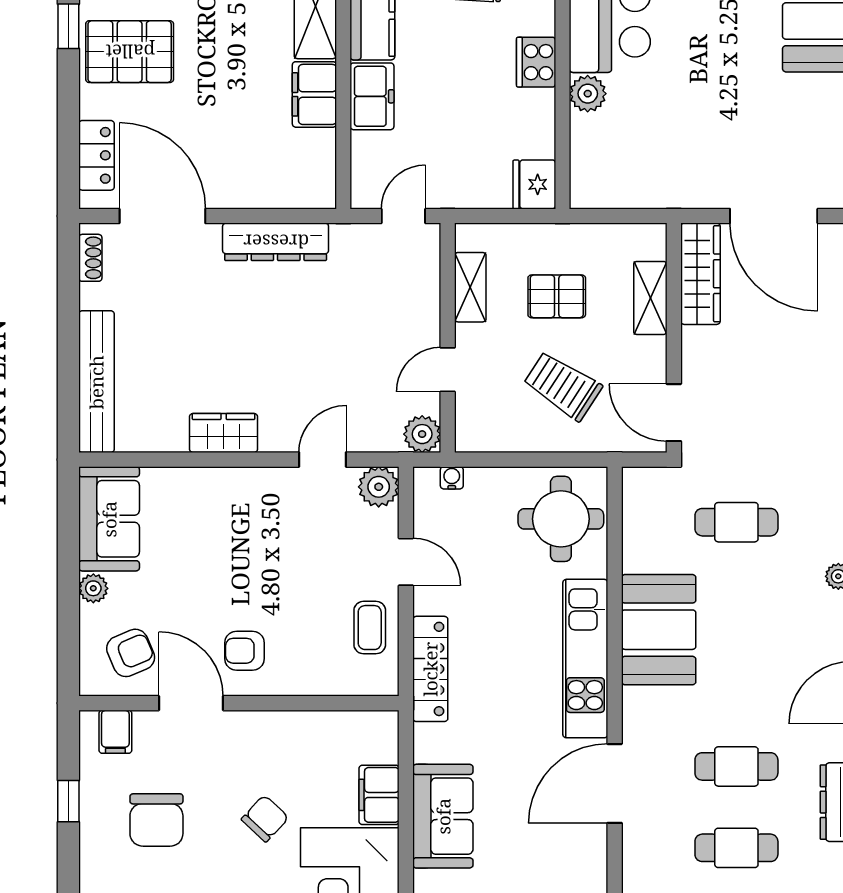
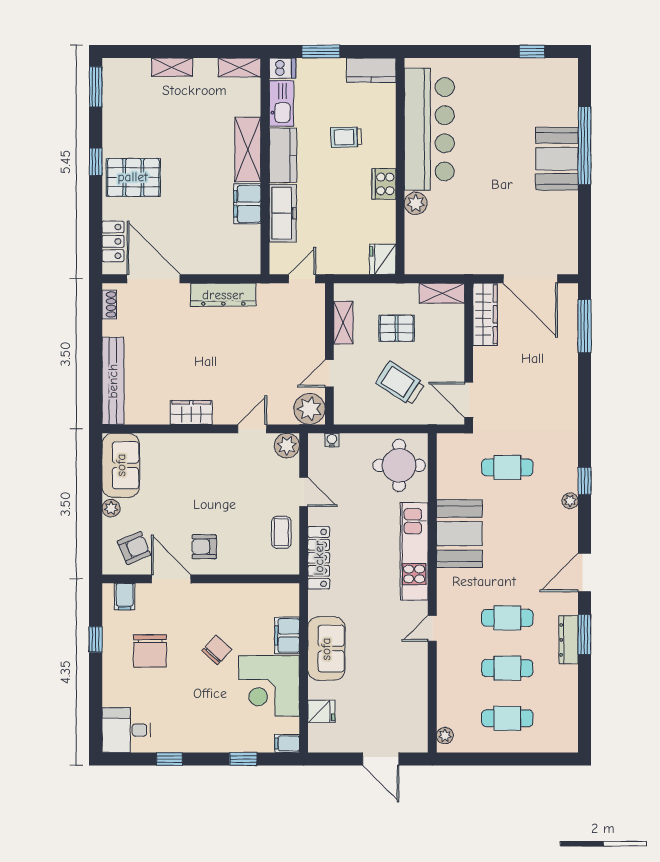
freezer: (372, 96) -> (283, 213), width x1.40
shelving: (650, 298) -> (442, 293), moved, turned 90
plant: (422, 434) -> (309, 409), width x1.36, depth x1.36
door: (615, 783) -> (432, 628), width x0.53

